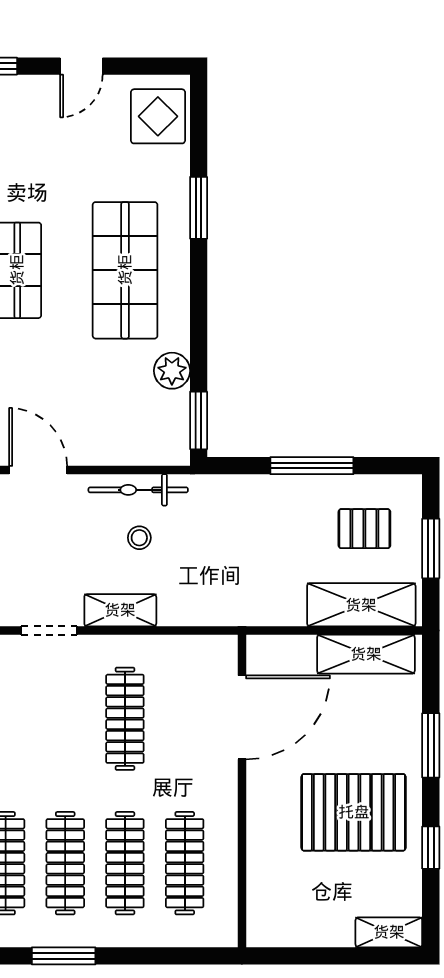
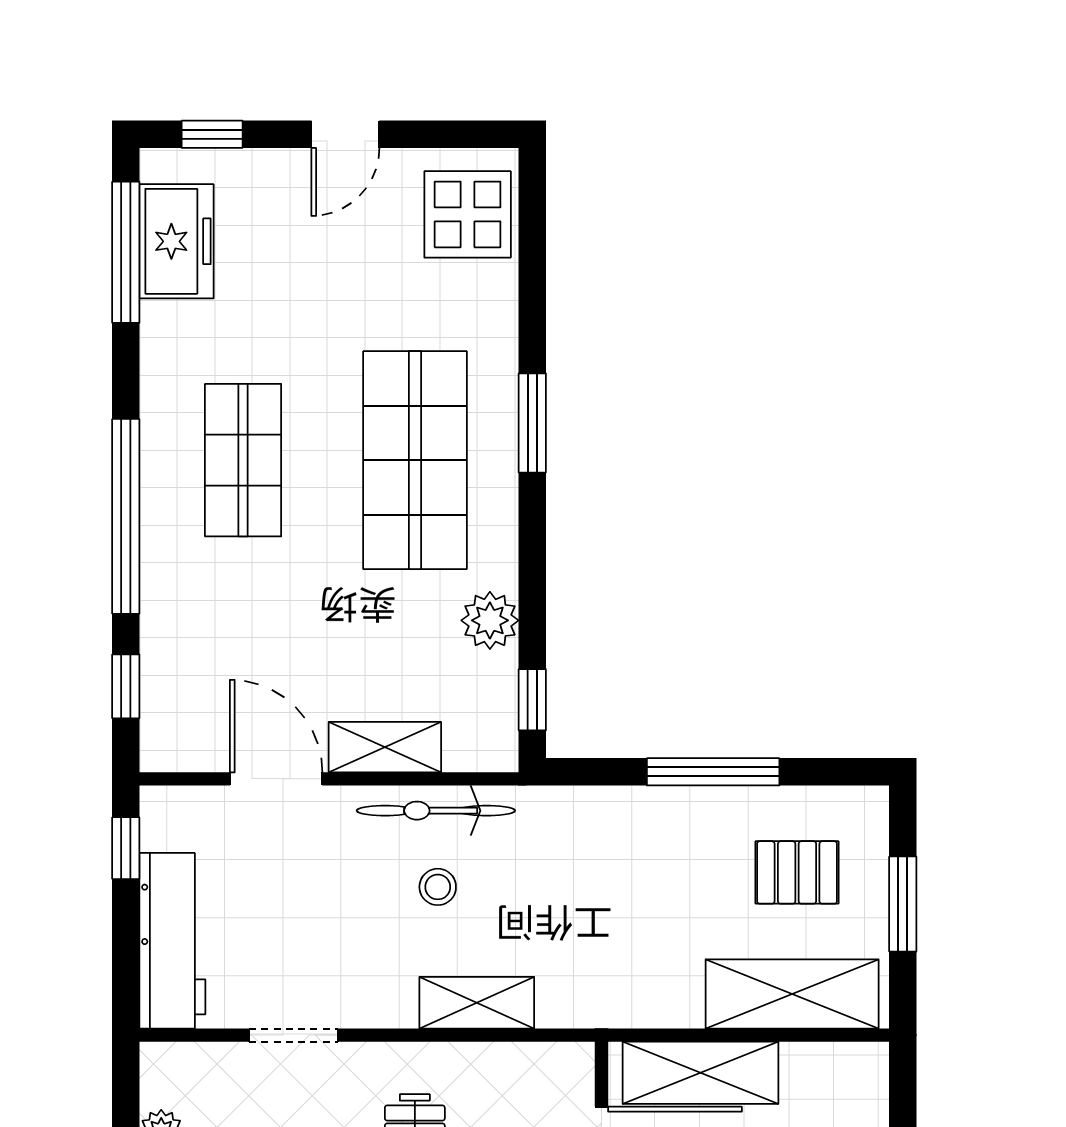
window: (199, 208) -> (532, 423), moved
window: (199, 420) -> (532, 700), width x0.67
shelving: (106, 450) -> (385, 747), added
shelving: (120, 610) -> (477, 1003), moved
shelving: (366, 654) -> (700, 1073), moved

